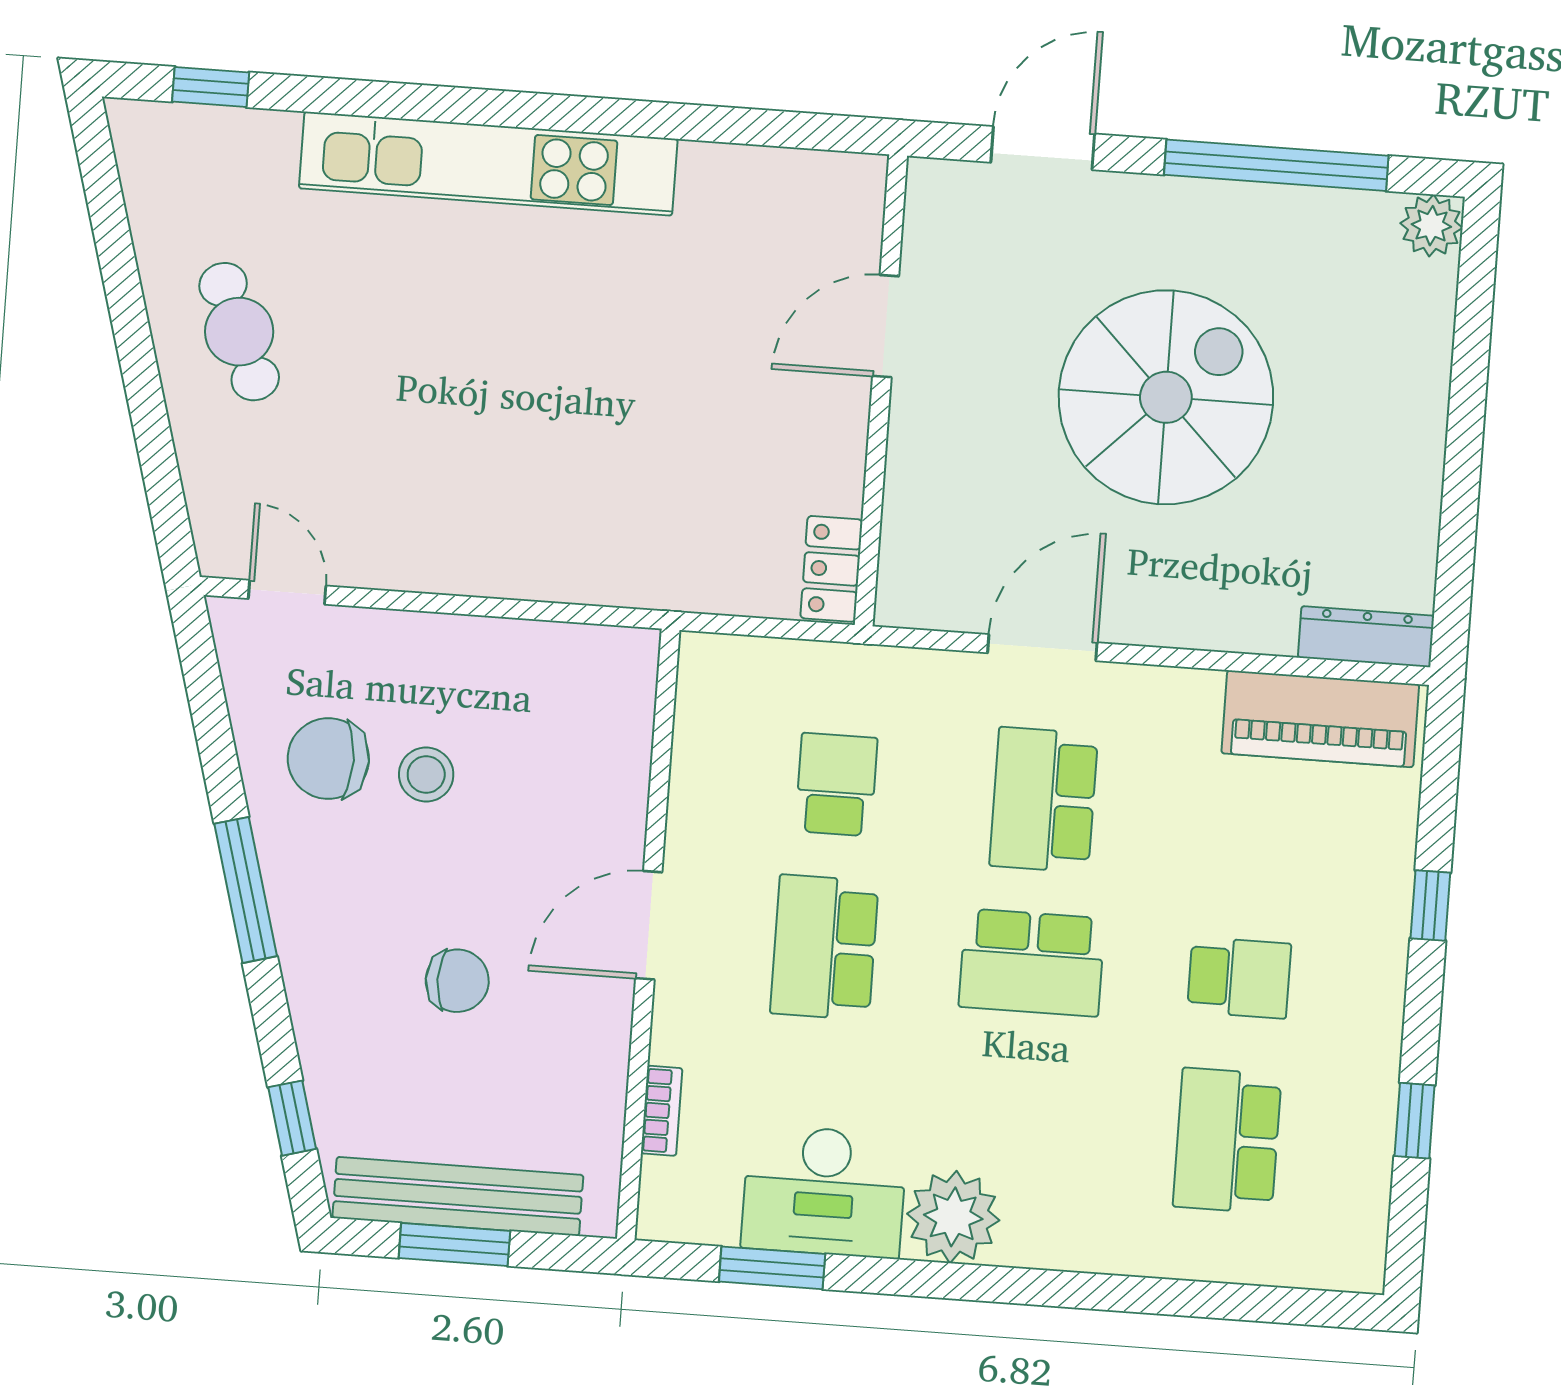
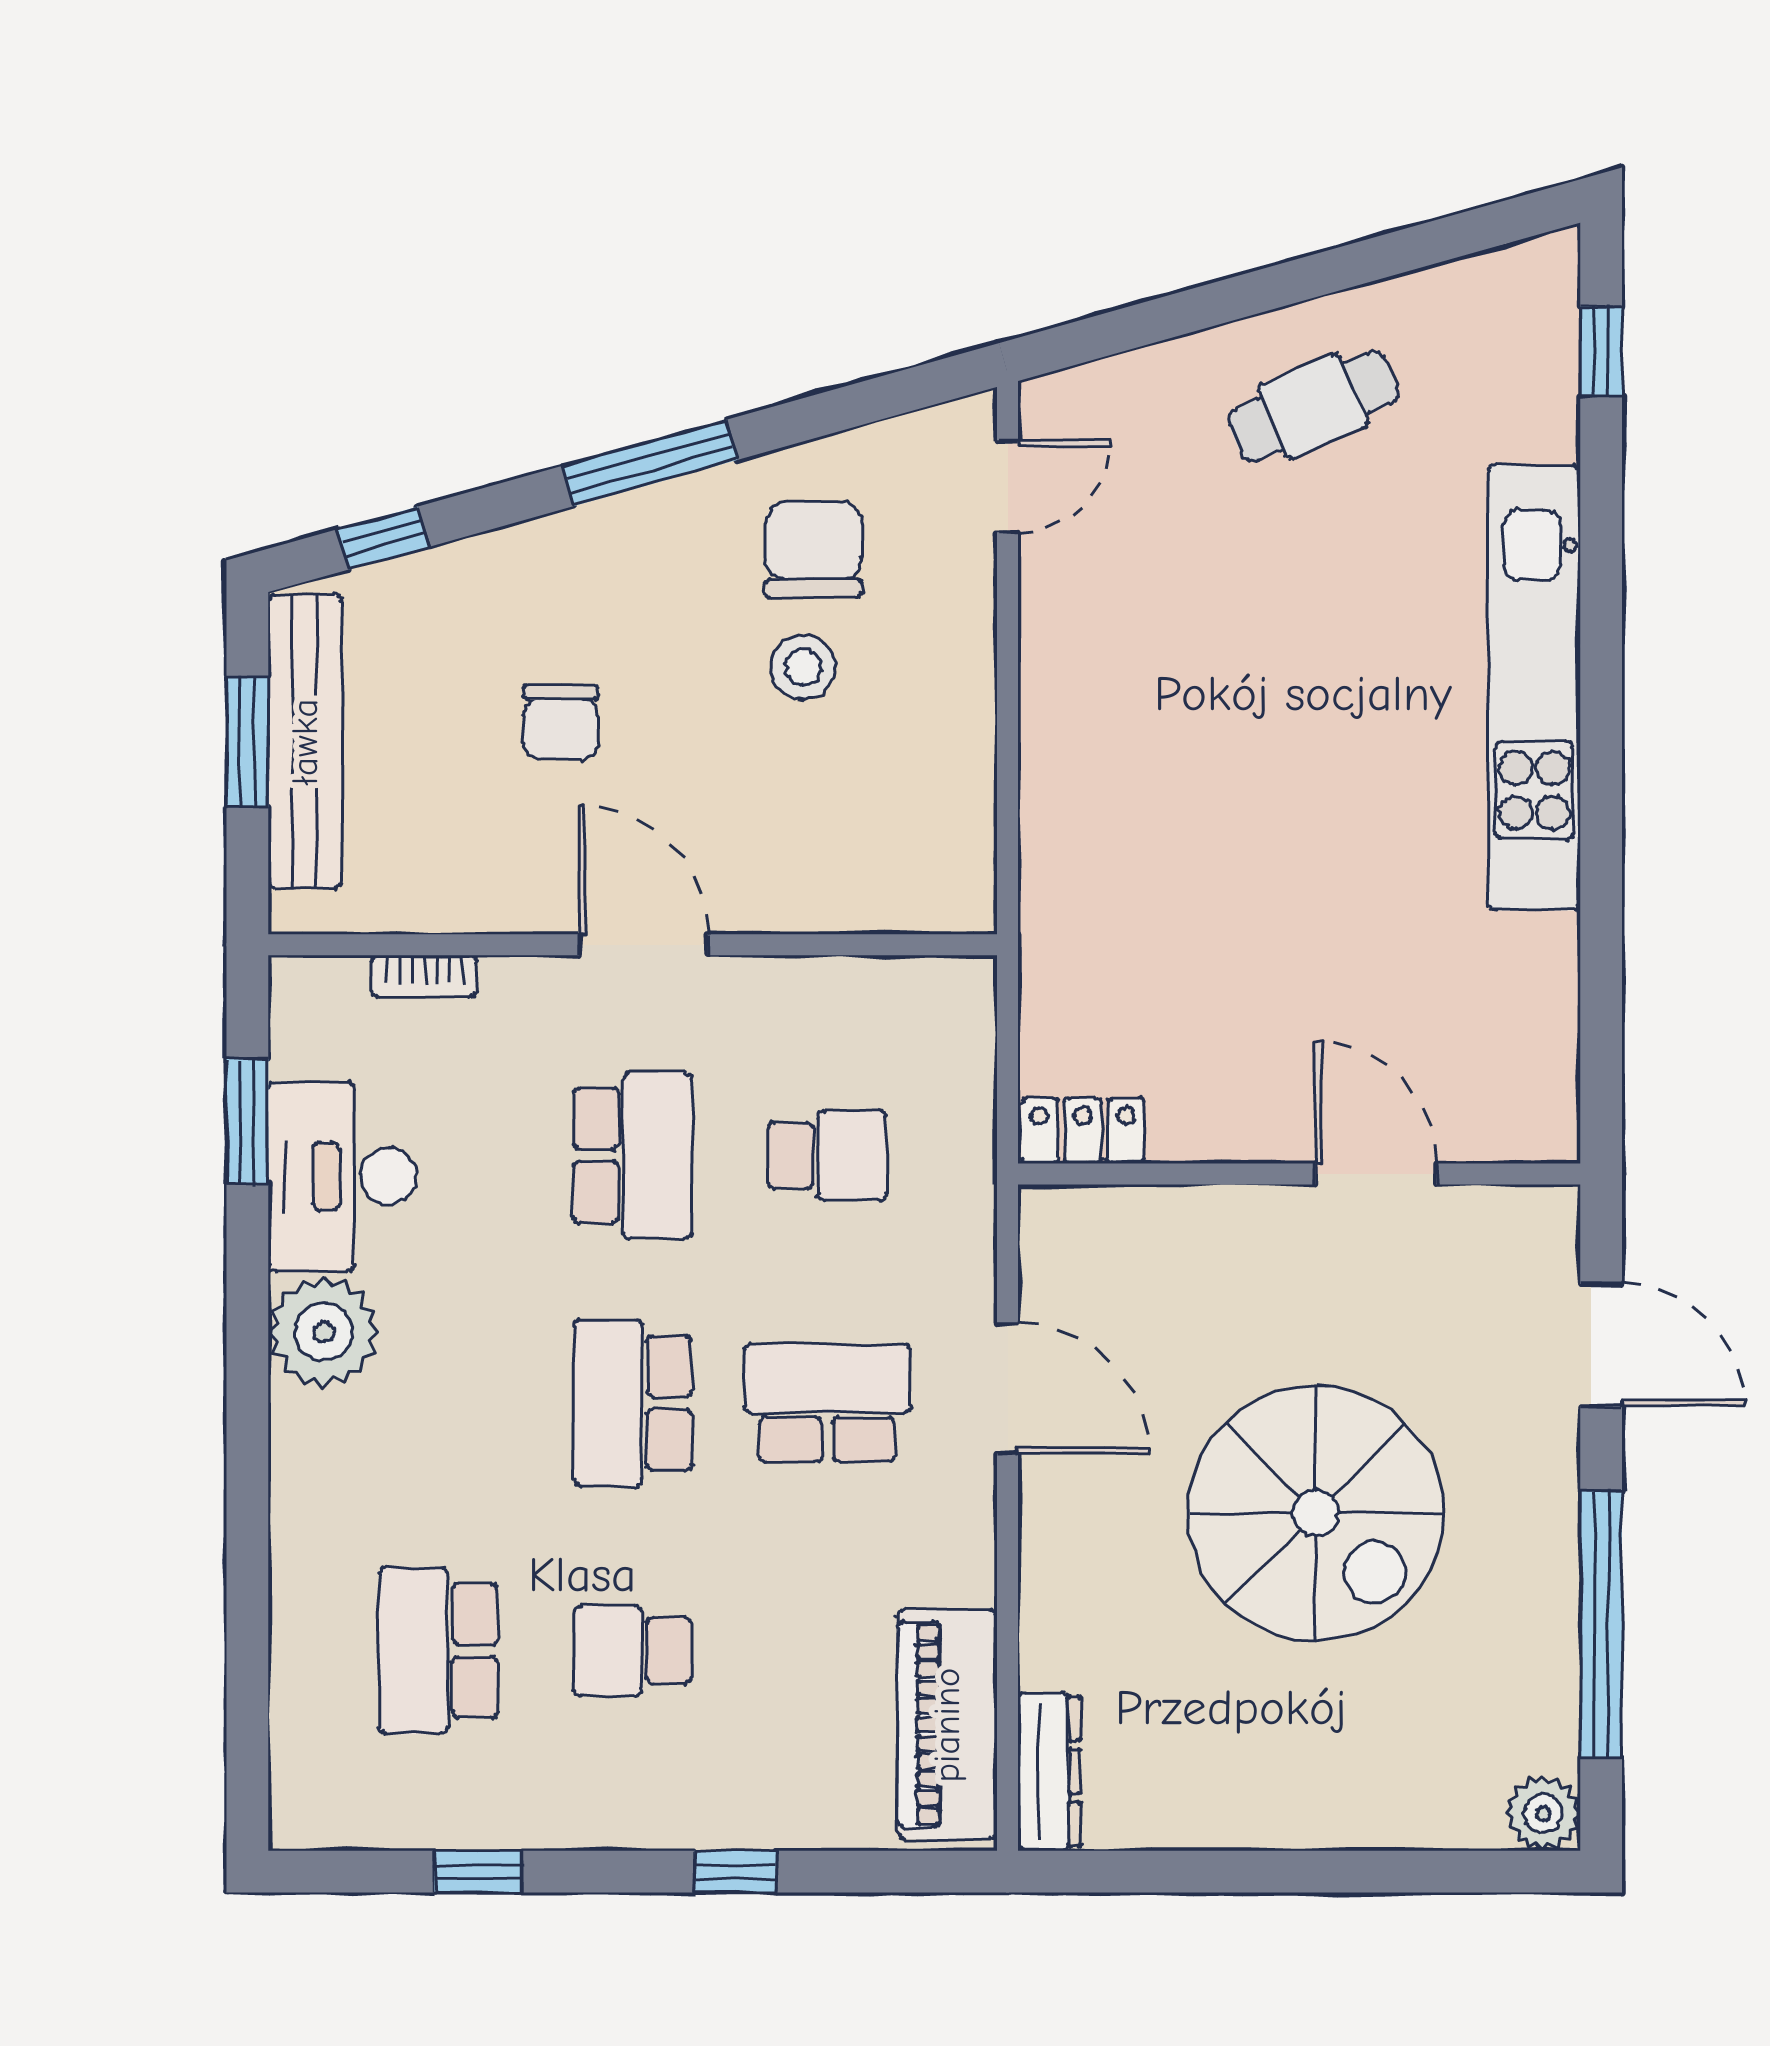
school desk: (824, 947) -> (633, 1155), turned 90
school desk: (1239, 978) -> (633, 1651), turned 90
school desk: (1227, 1141) -> (438, 1651), turned -90

